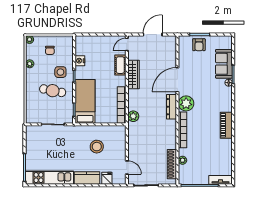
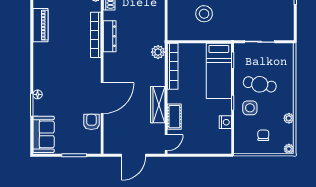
armchair: (199, 45) -> (91, 122), moved
sofa: (224, 64) -> (44, 134), moved
plant: (186, 103) -> (91, 68), removed
dresser: (172, 107) -> (110, 36), moved
piano: (226, 125) -> (40, 25), moved

